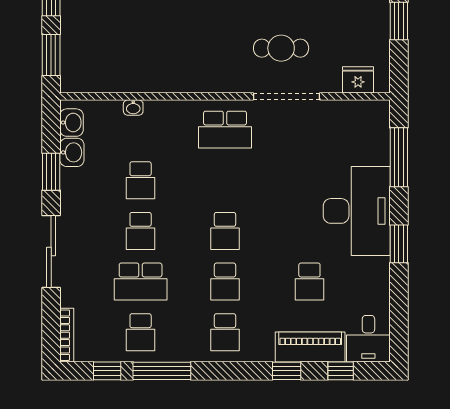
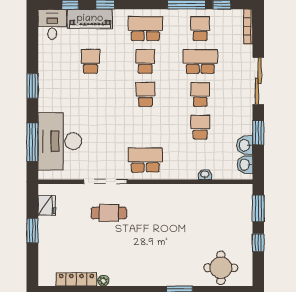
fridge: (358, 80) -> (47, 205), moved, turned -90
desk: (357, 211) -> (60, 141), moved
school desk: (225, 332) -> (145, 28), width x1.85

